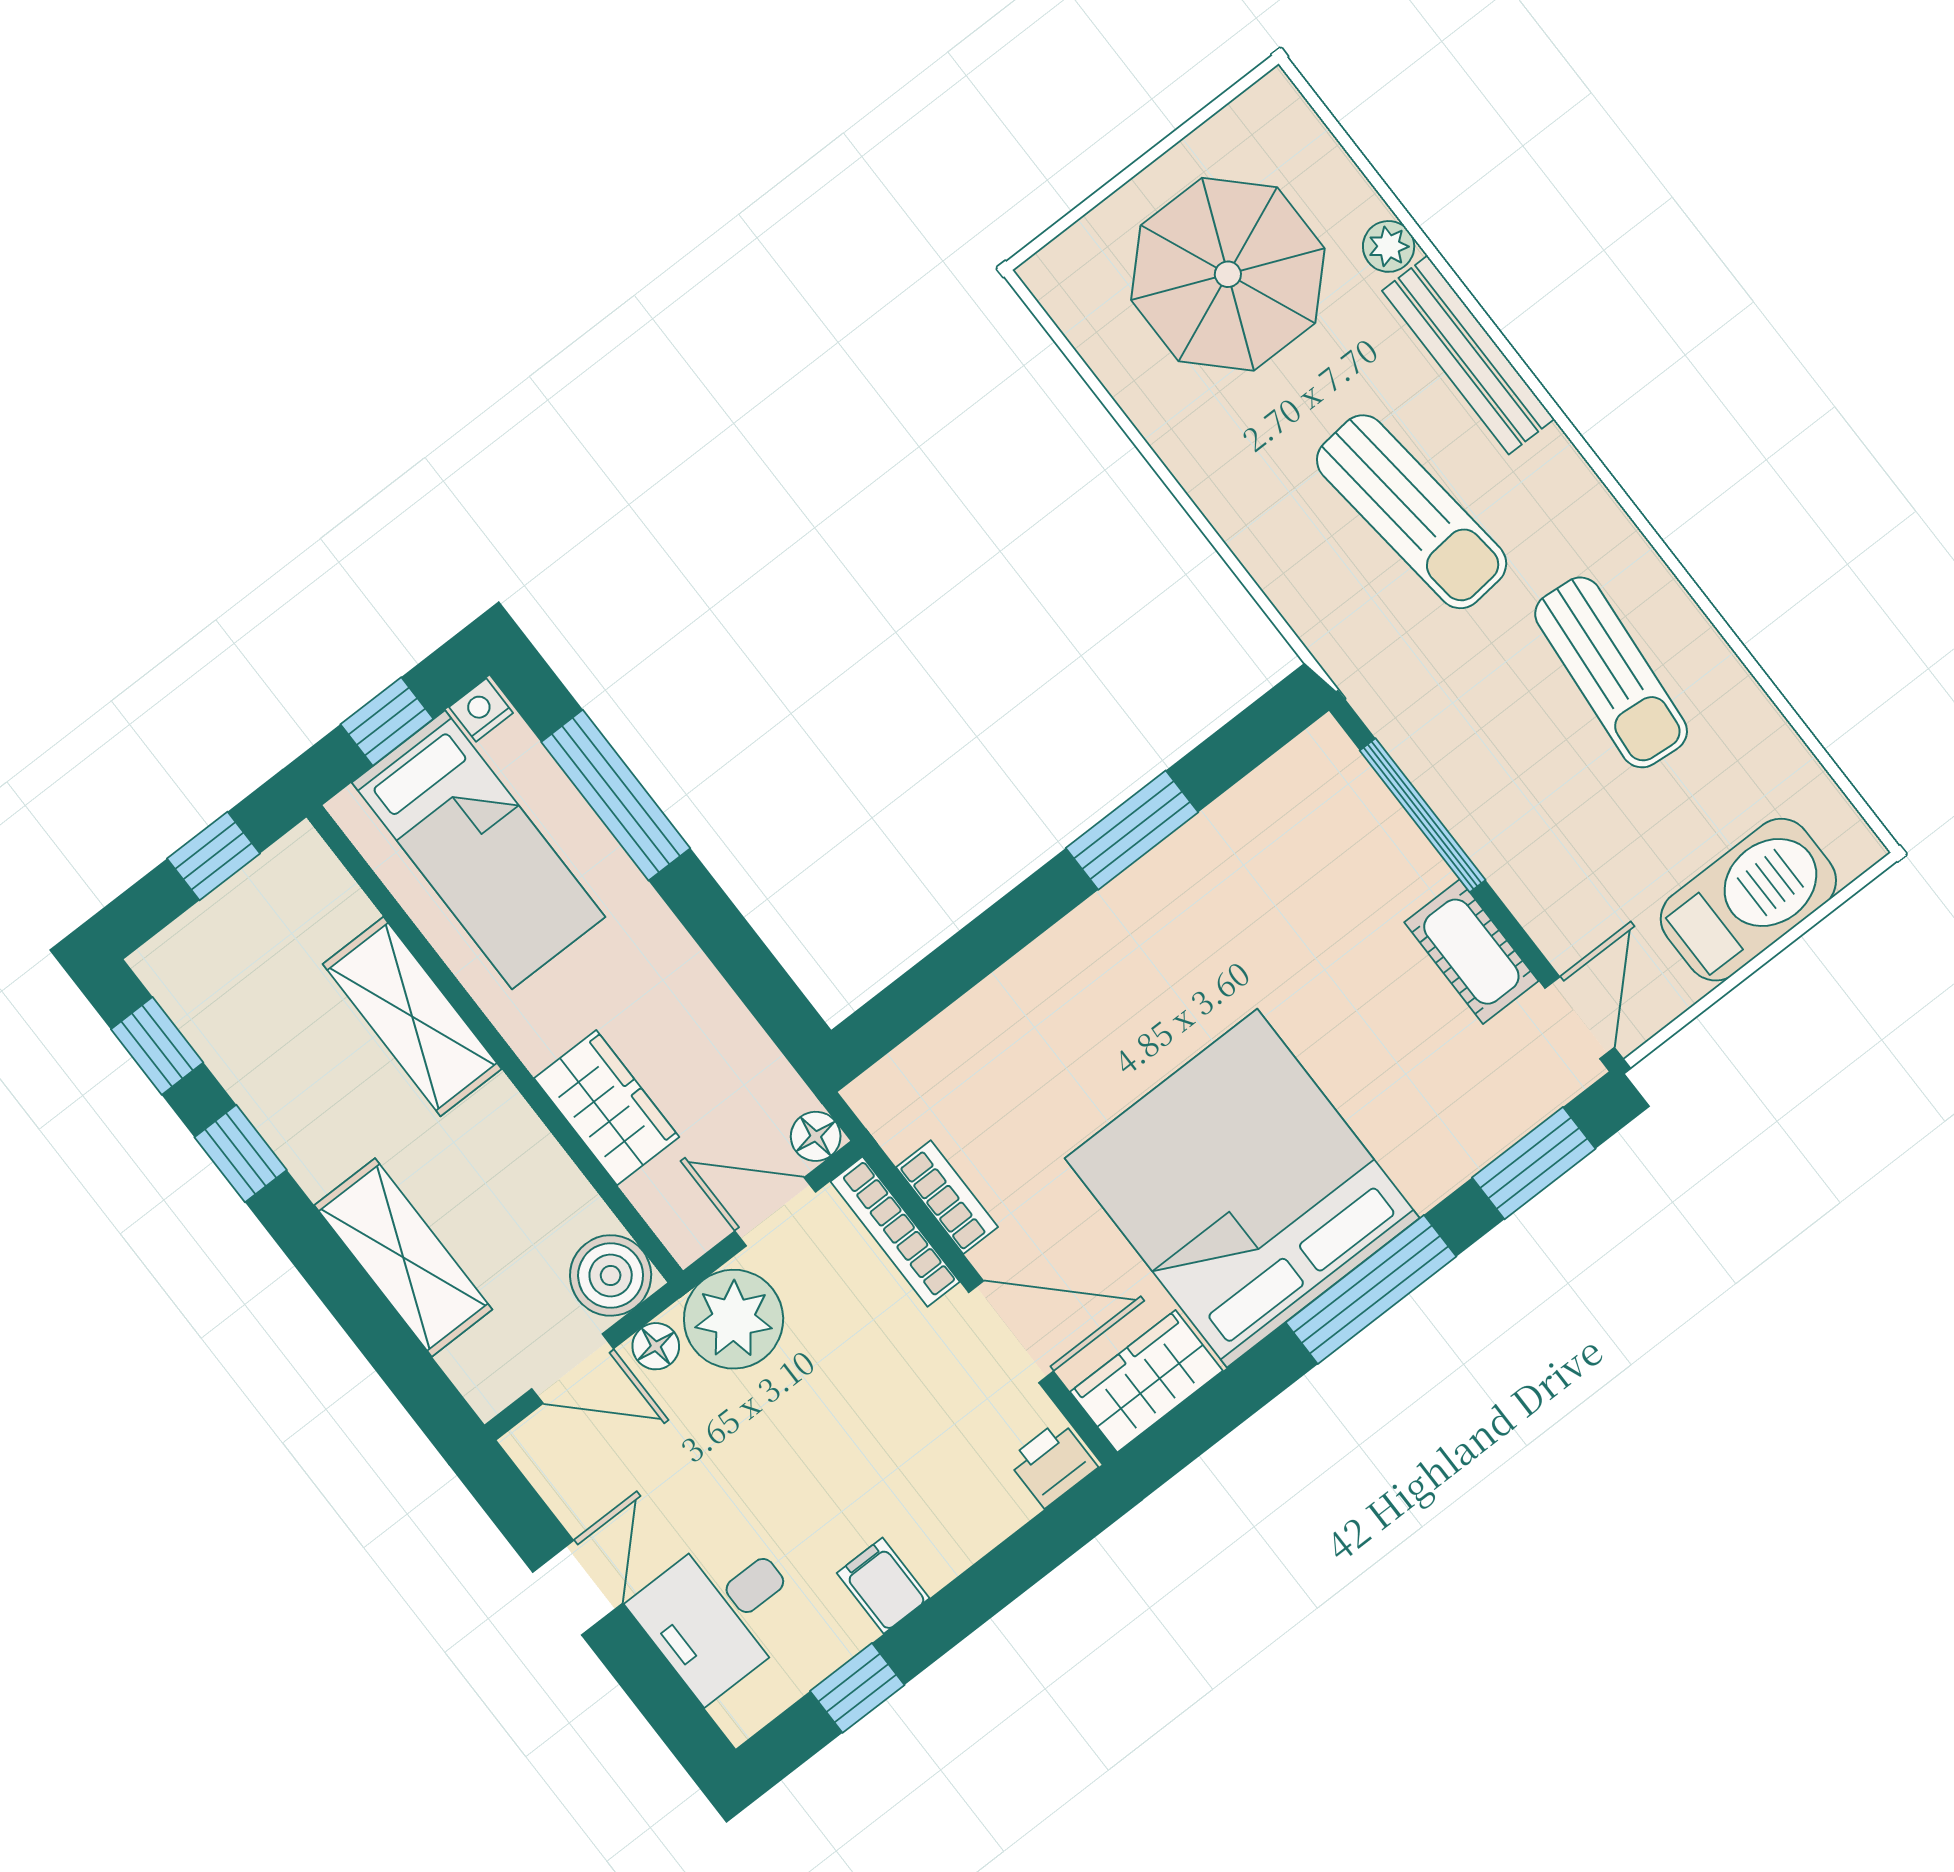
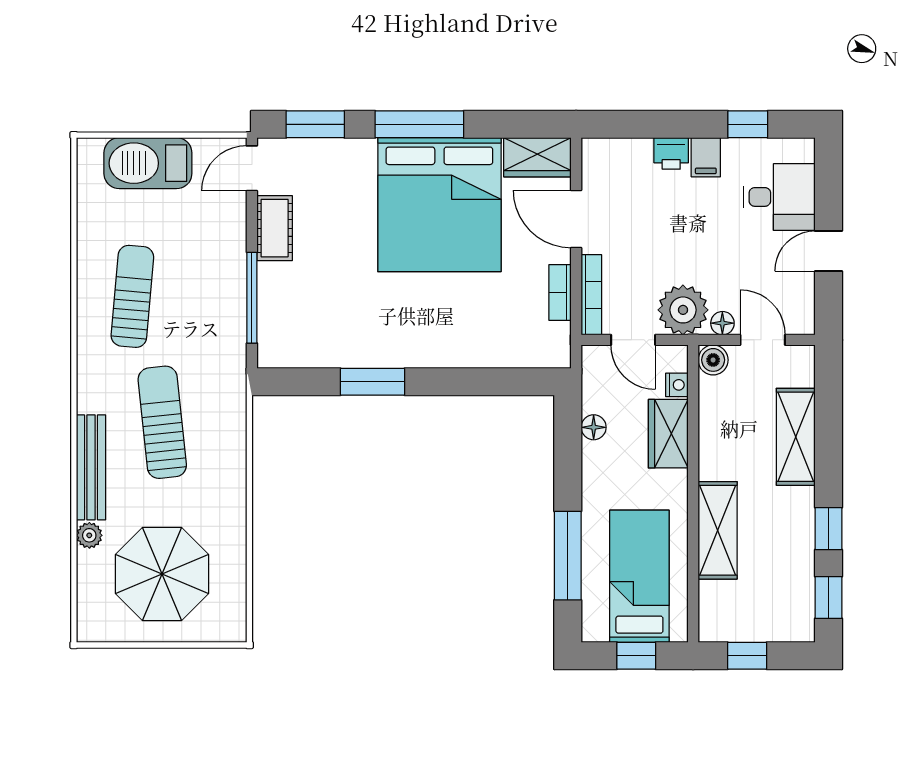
nightstand: (481, 710) -> (677, 385), moved, turned -90
floor lamp: (816, 1136) -> (594, 427), moved
boiler: (611, 1275) -> (713, 360), width x0.73, depth x0.73
printer: (1052, 1464) -> (671, 153), moved

